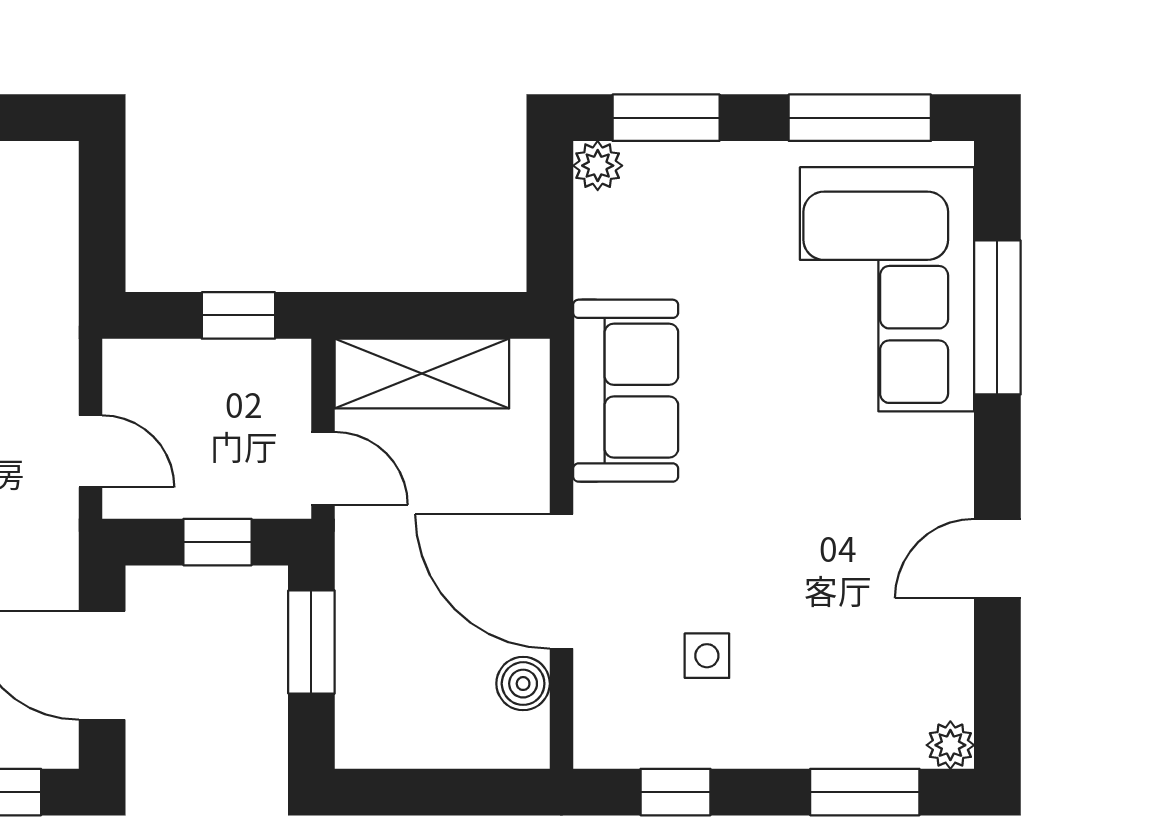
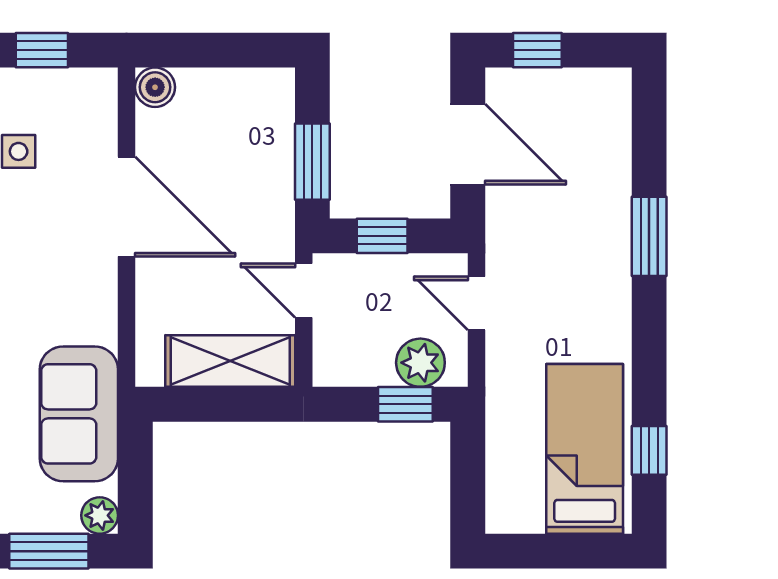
window: (238, 315) -> (405, 404), moved
plant: (166, 371) -> (420, 363), added
sofa: (626, 391) -> (79, 414), moved
boiler: (523, 684) -> (155, 87), moved

